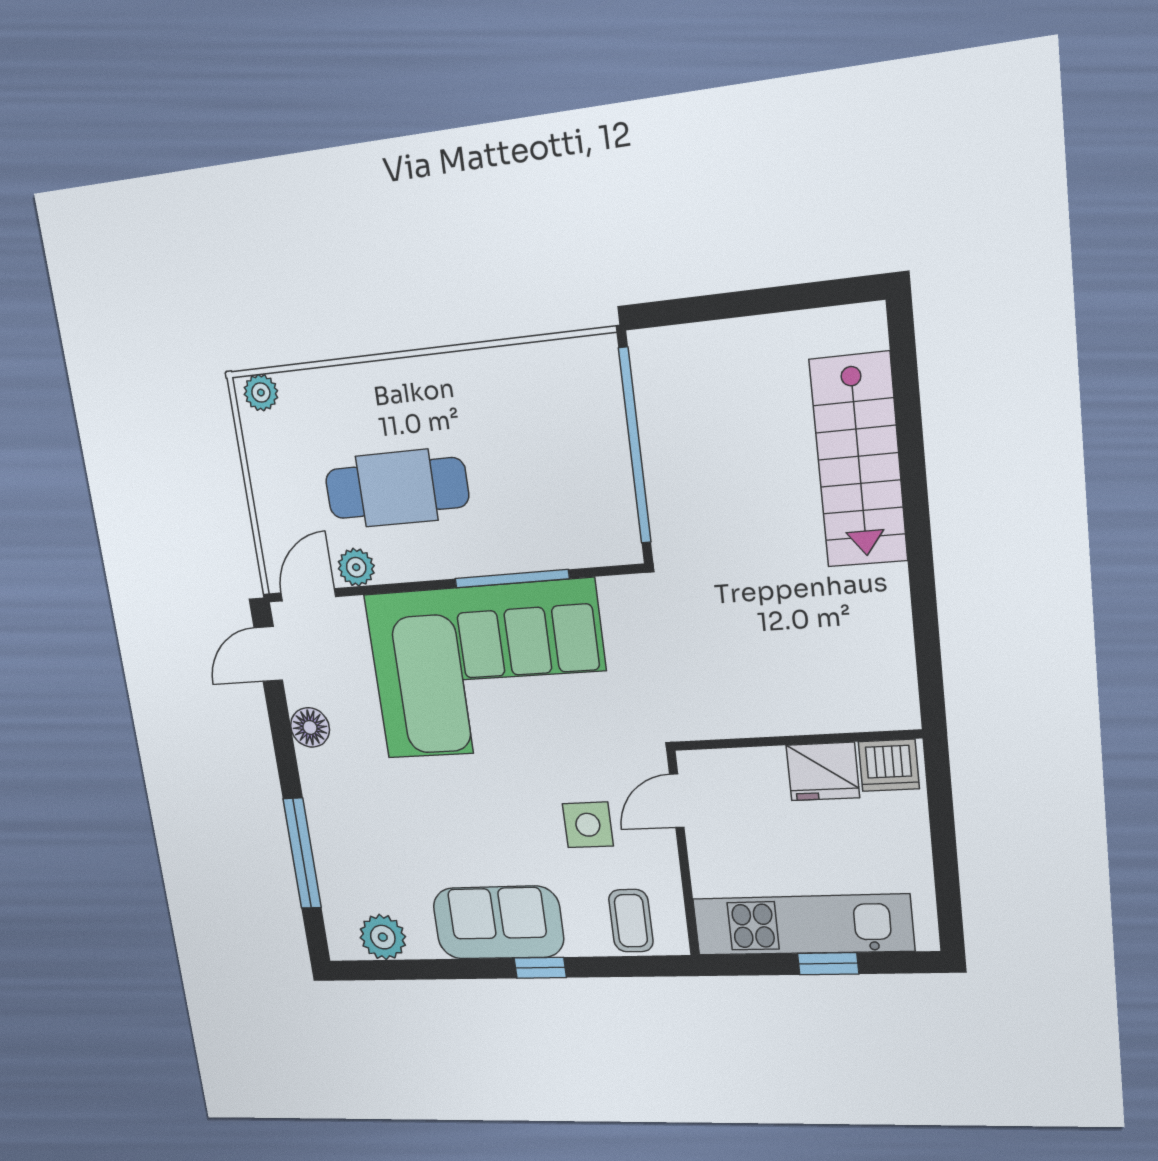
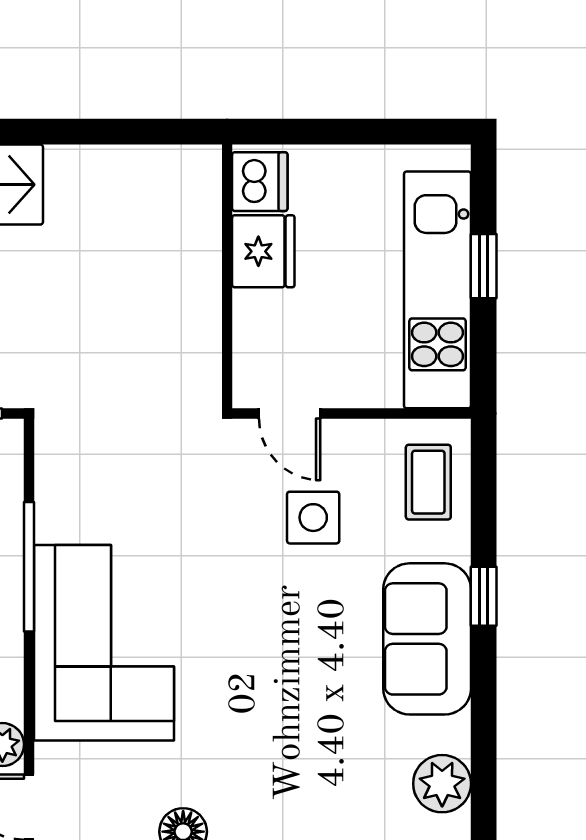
corner sofa: (489, 670) -> (104, 643), width x0.73, depth x0.74
coffee table: (631, 921) -> (428, 482), turned 90

